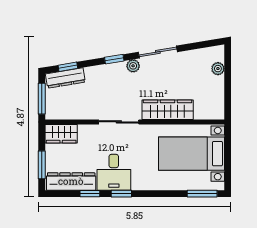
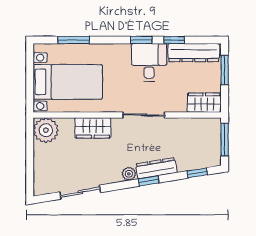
sliding door: (158, 52) -> (80, 192), moved
plant: (218, 69) -> (46, 130), moved, width x1.87, depth x1.87
dresser: (65, 78) -> (156, 168), moved
wardrobe: (168, 110) -> (93, 128), width x0.67
window: (202, 194) -> (74, 40), moved

